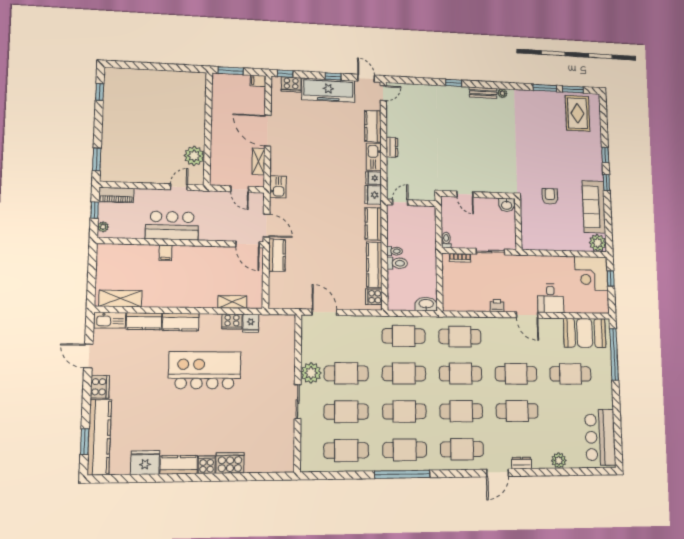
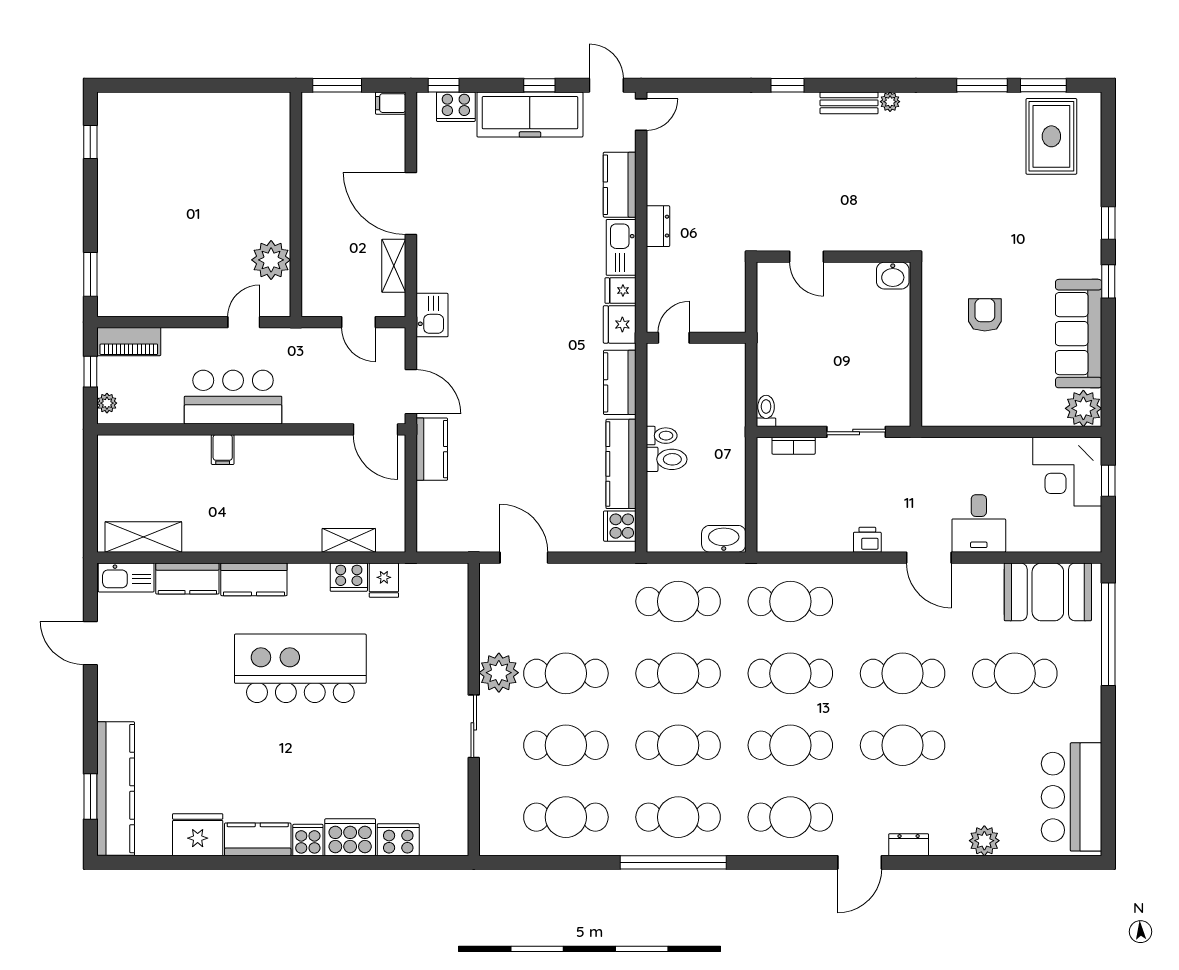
door: (465, 194) -> (807, 257), moved
wall: (478, 195) -> (834, 257), moved
washbasin: (507, 205) -> (893, 276), moved
cooker: (100, 387) -> (398, 840), moved, turned -90

